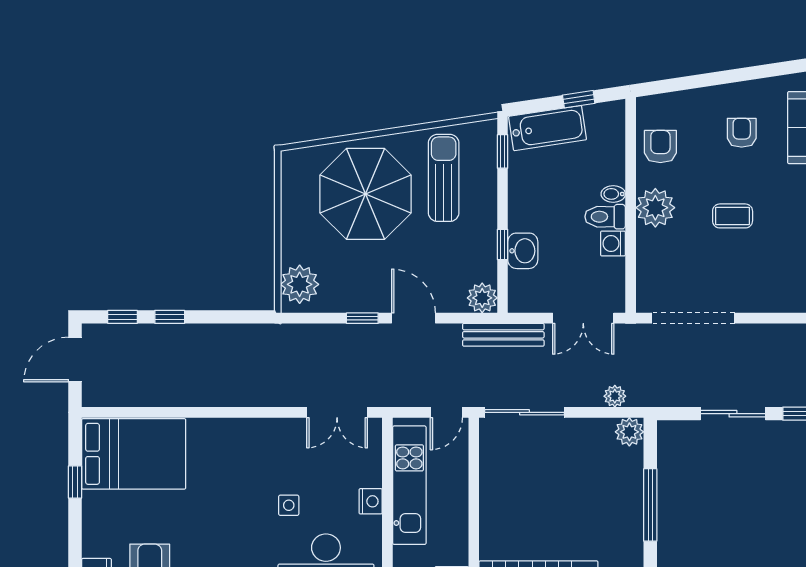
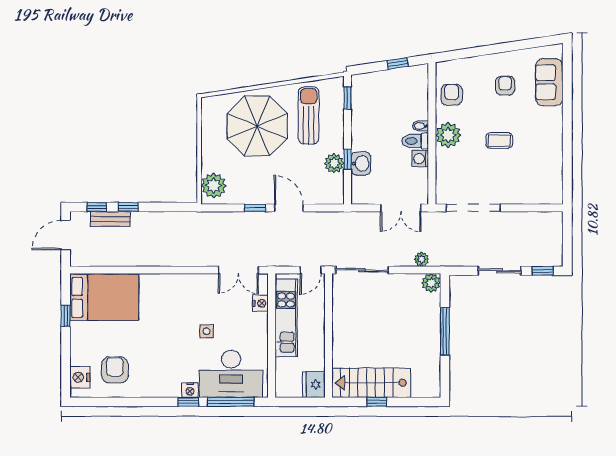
bathtub: (548, 128) -> (377, 83), removed
plant: (482, 298) -> (334, 163), moved
bench: (503, 335) -> (110, 219), moved, width x0.73
nightstand: (371, 501) -> (261, 303), moved

